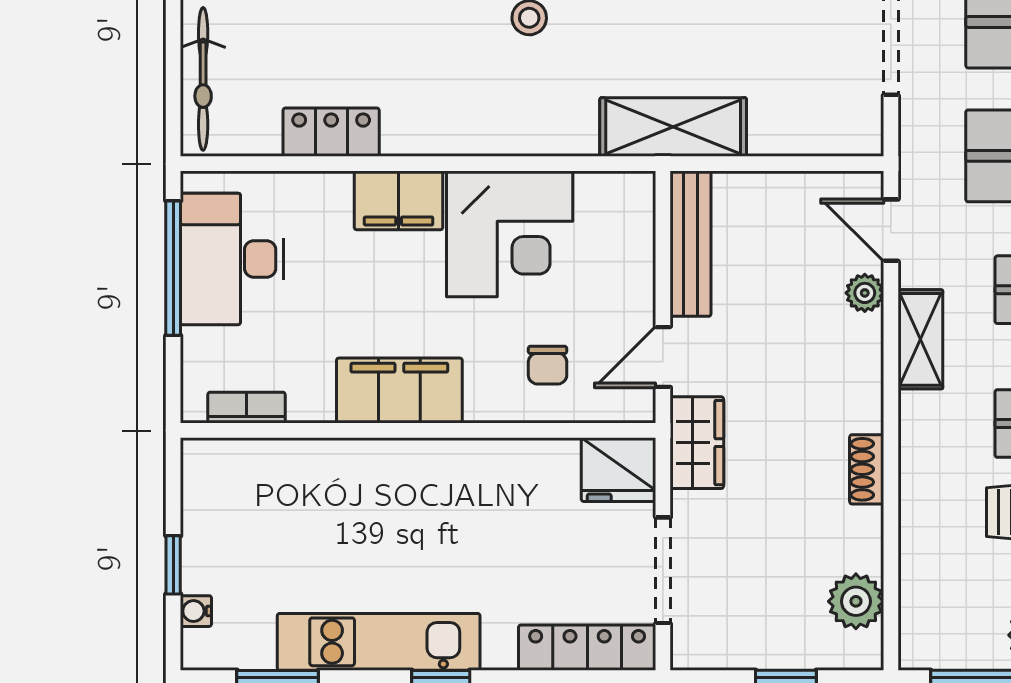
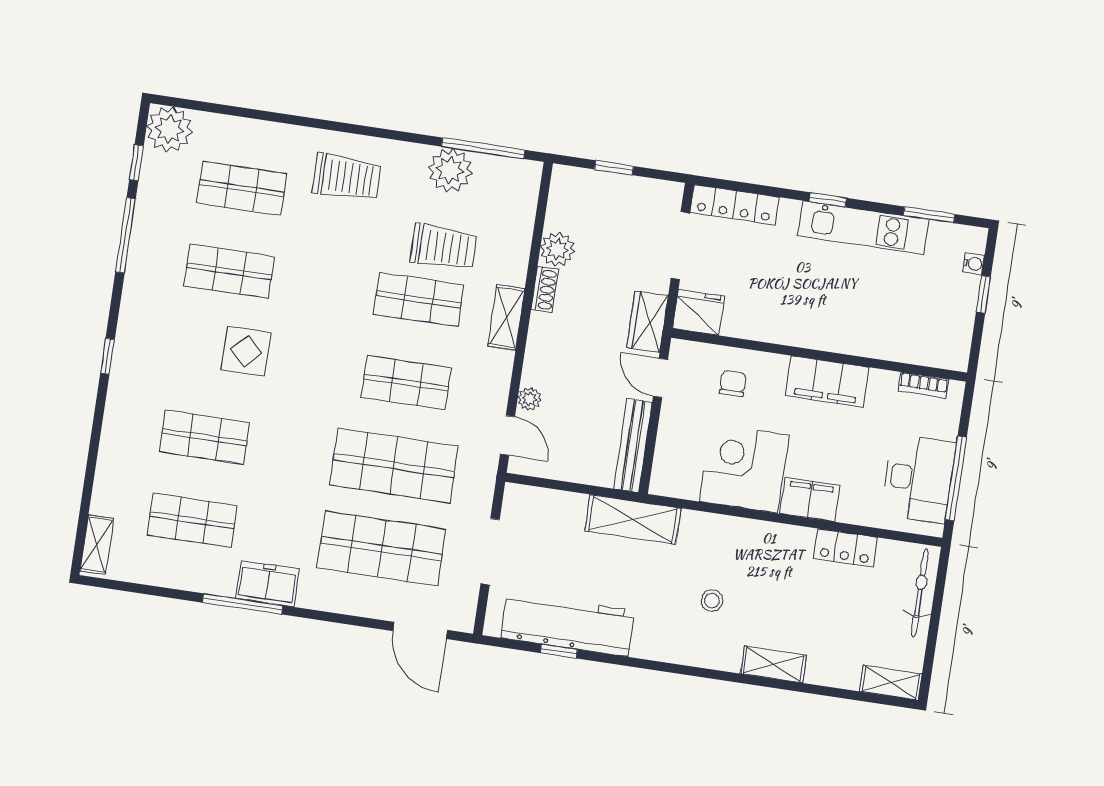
shelving: (920, 339) -> (506, 317), moved
door: (663, 357) -> (661, 378), swing flipped
plant: (856, 601) -> (557, 249), moved

